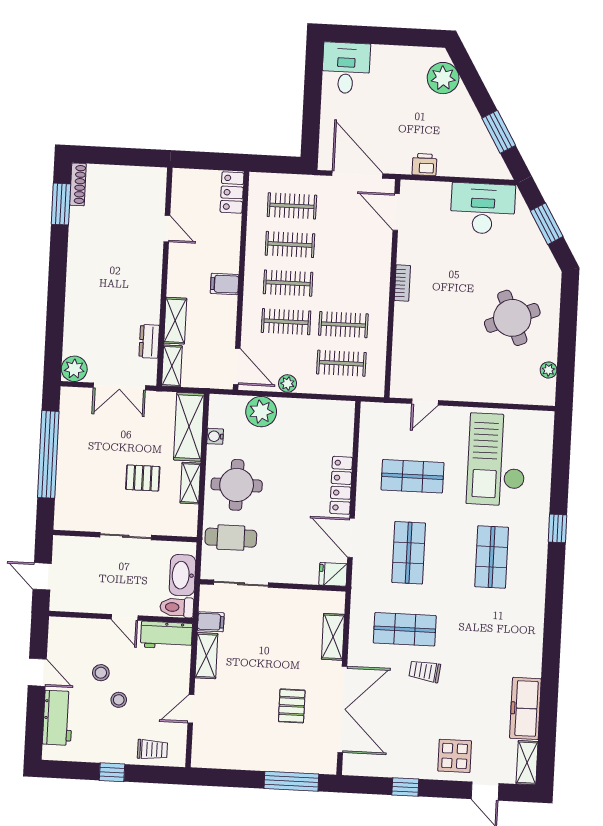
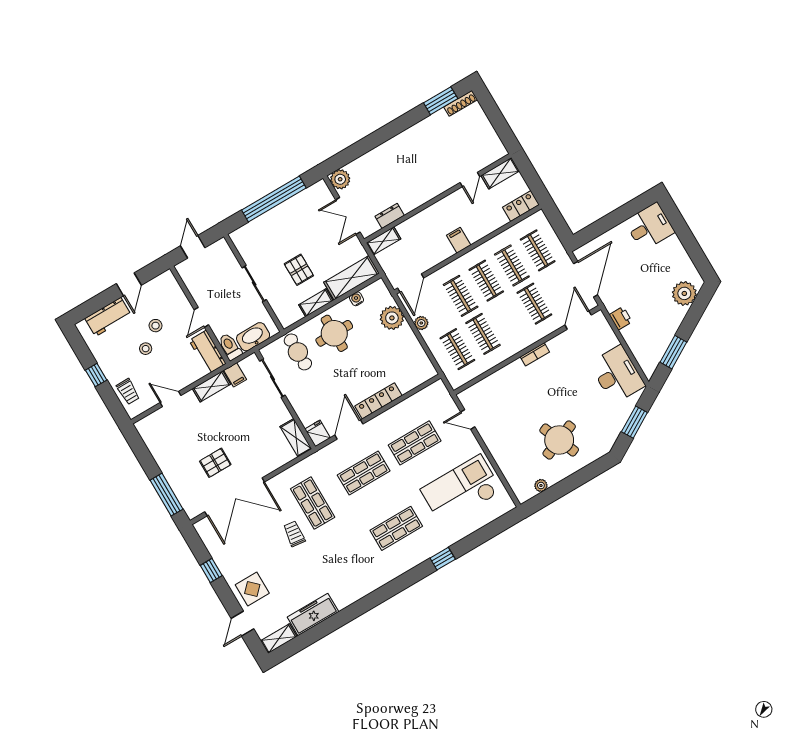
clothes rail: (347, 247) -> (534, 304), added
shelving: (175, 321) -> (500, 173), moved
shop shelf: (412, 476) -> (415, 443), turned 90
shelving: (333, 637) -> (296, 438), moved, turned 90

